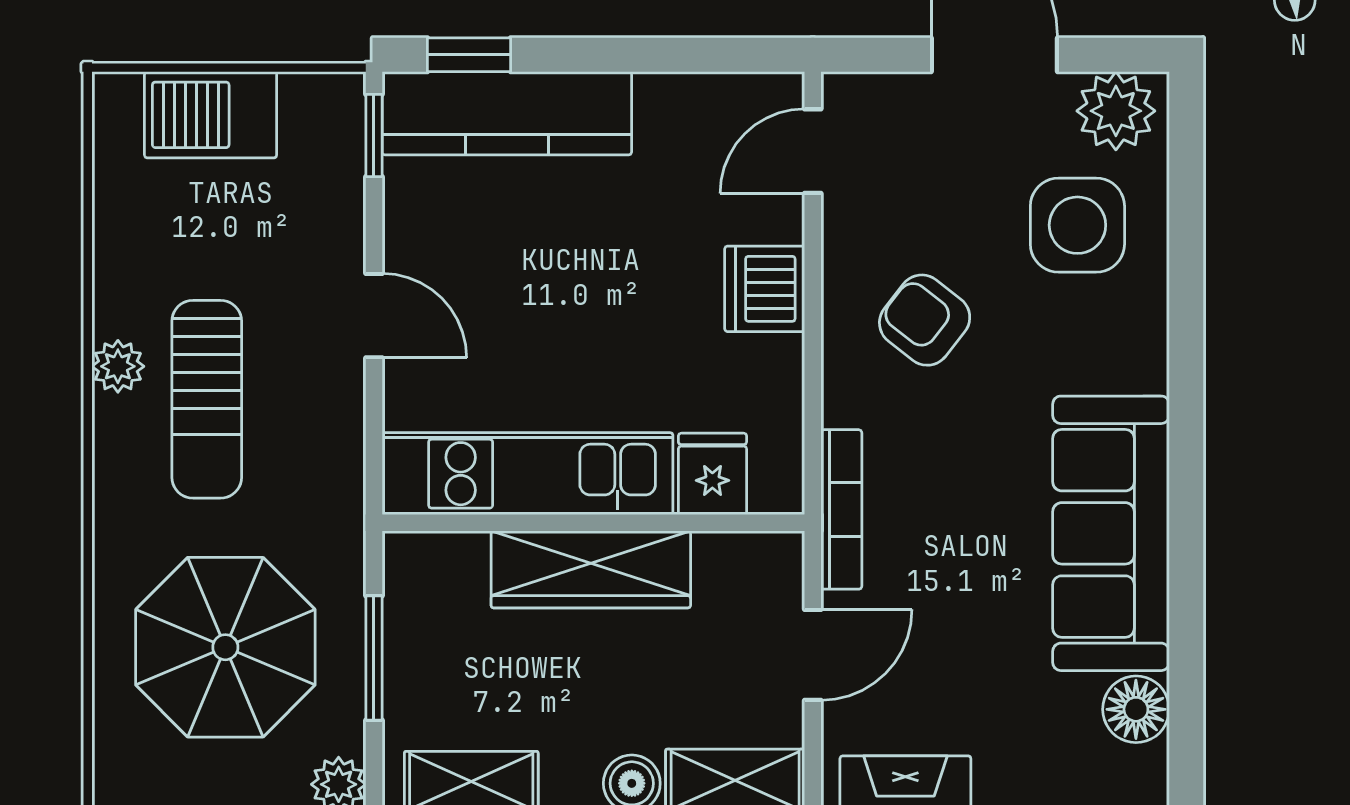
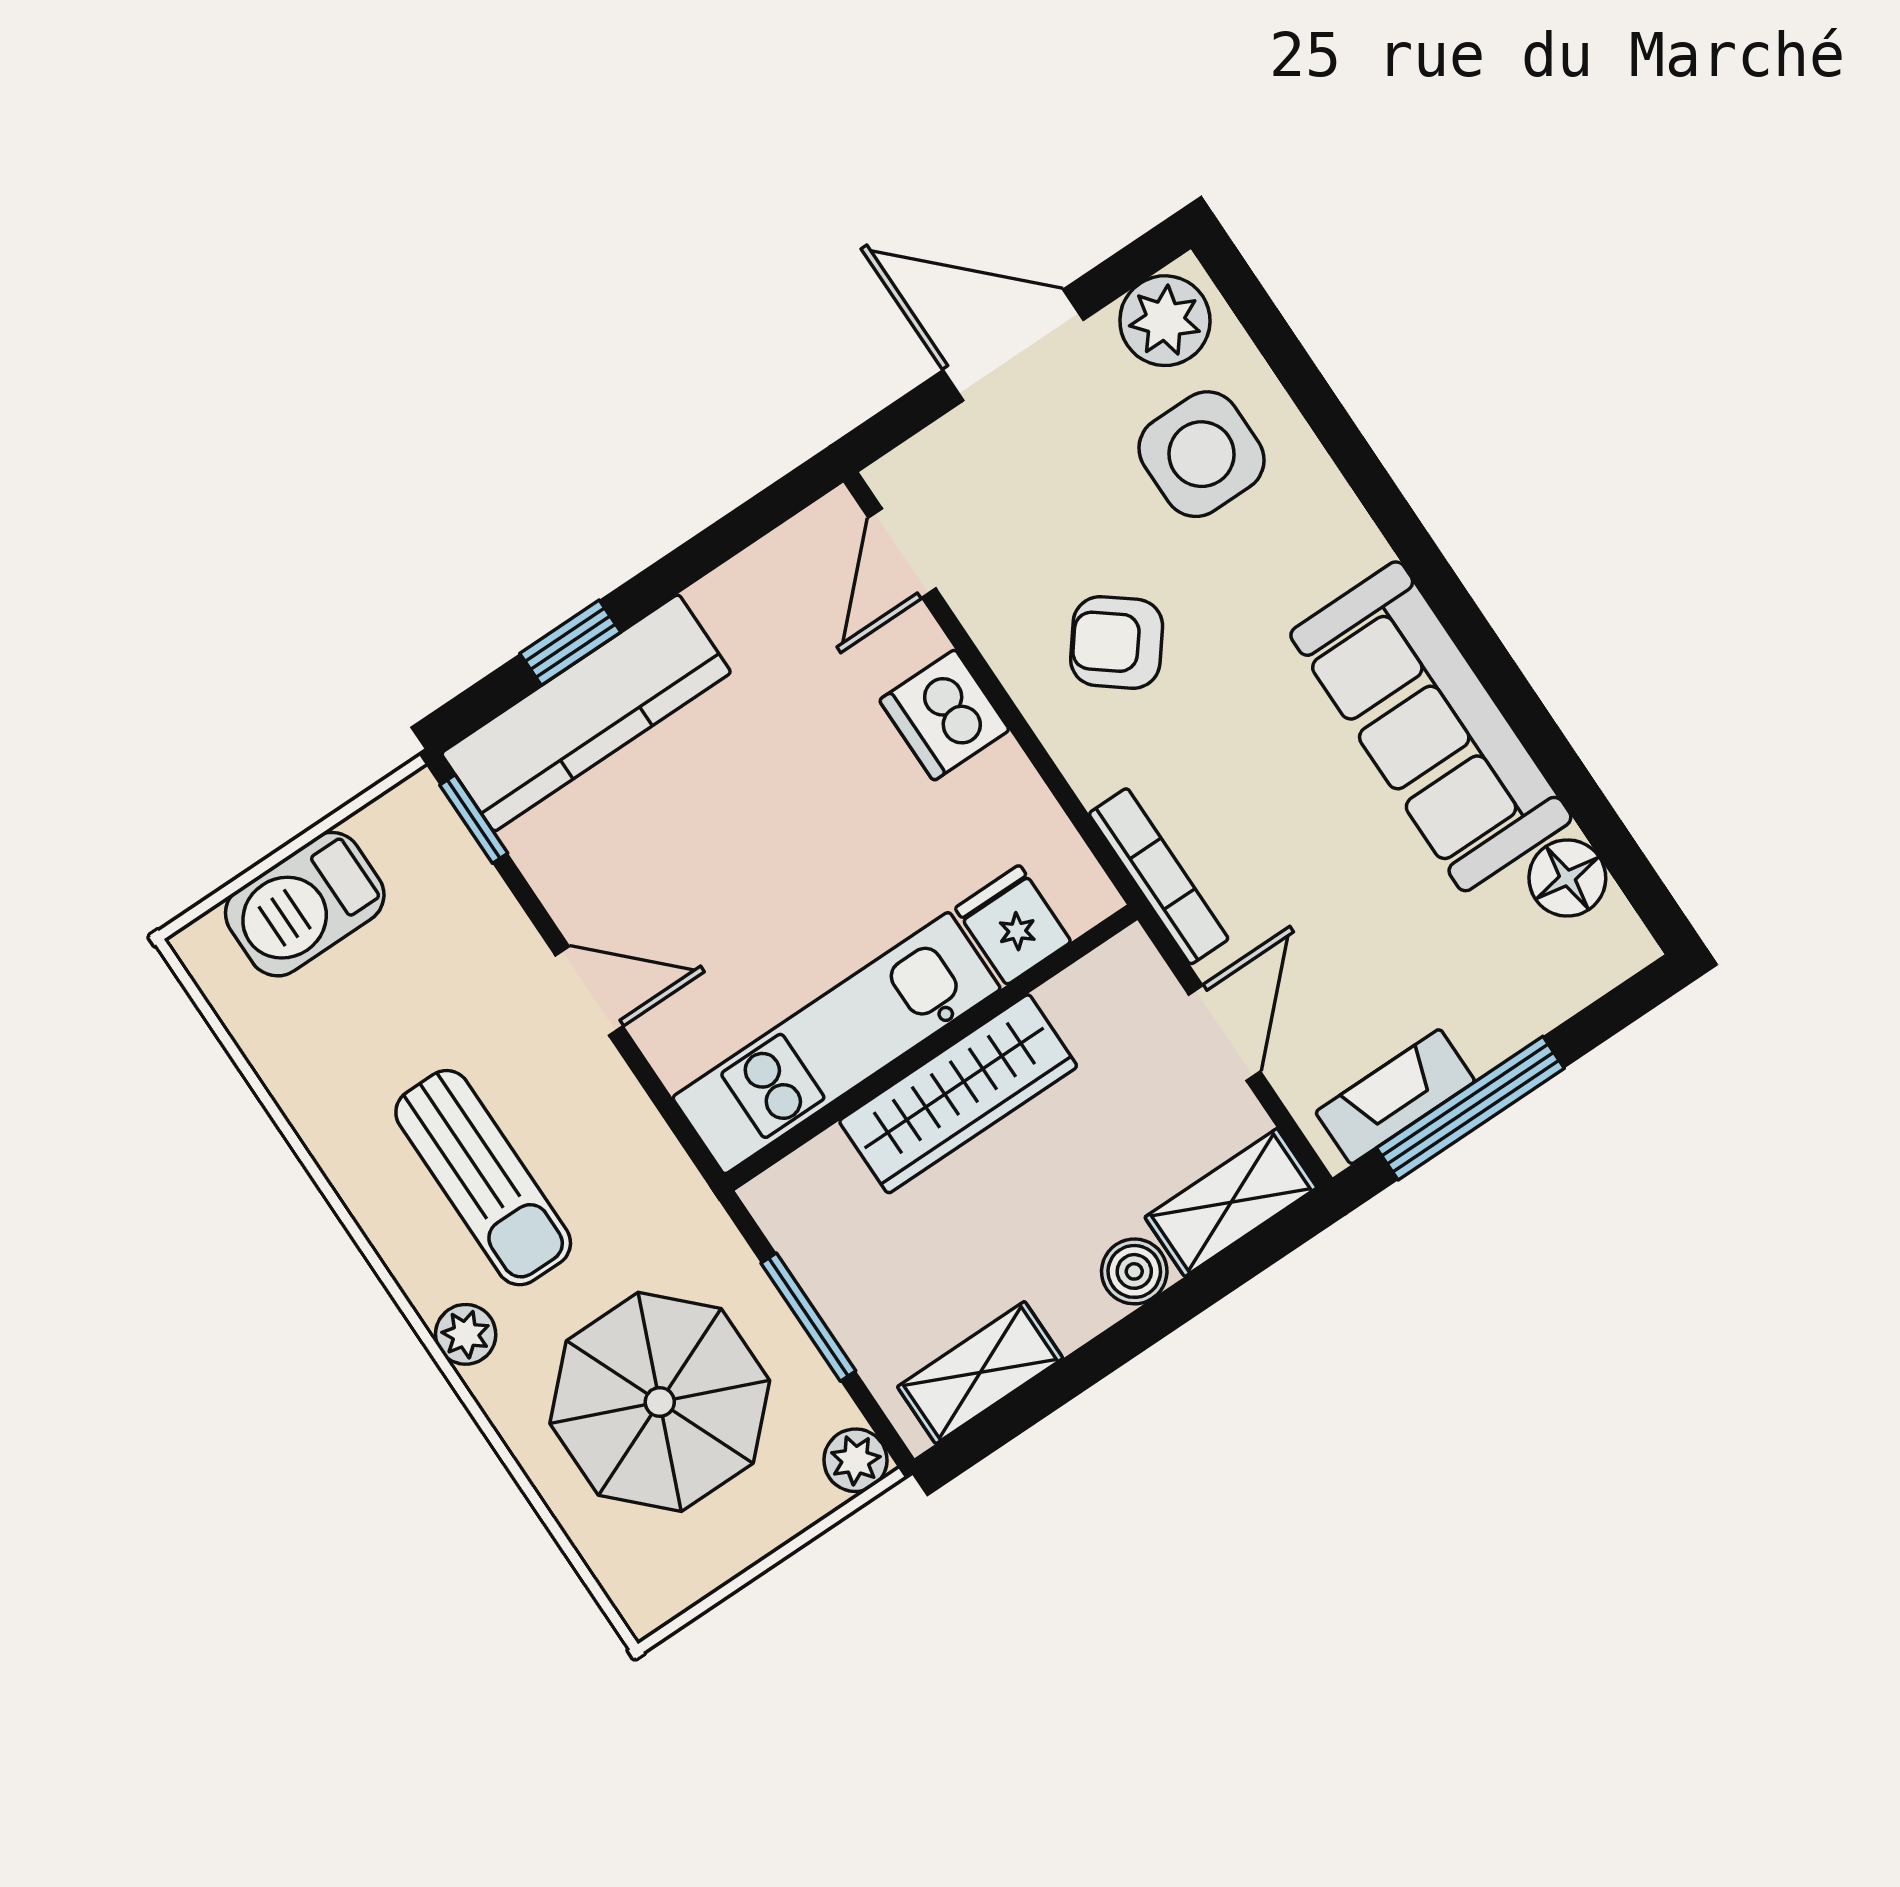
window: (469, 55) -> (570, 643), moved
plant: (118, 366) -> (466, 1334), moved

